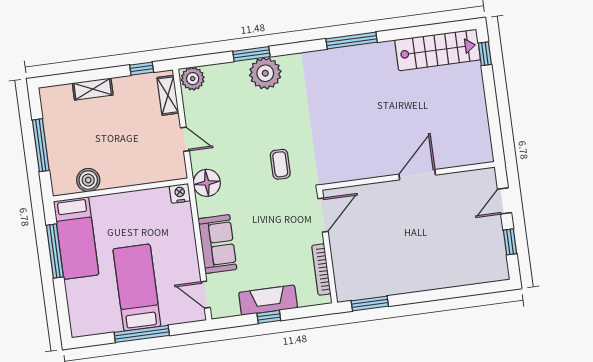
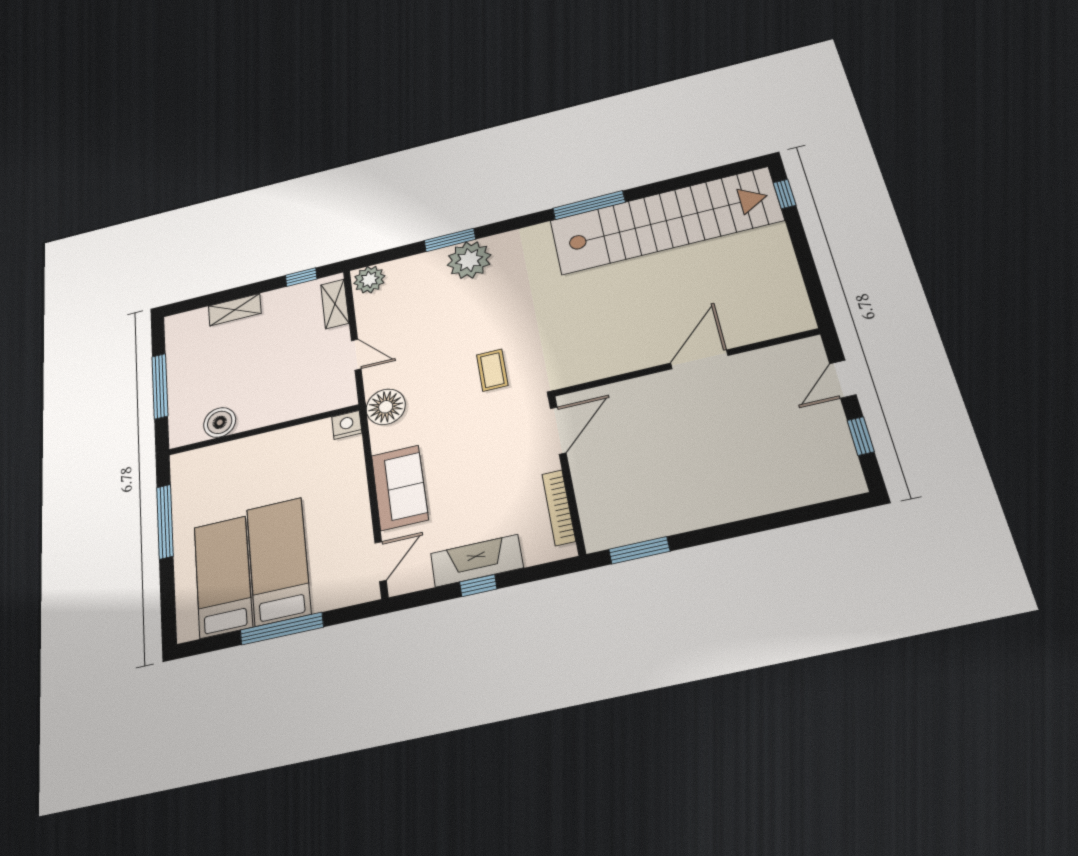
stairs: (438, 50) -> (665, 221), width x1.86, depth x1.51
bed: (76, 238) -> (223, 576), moved, turned 180
door: (206, 295) -> (381, 561), swing flipped

